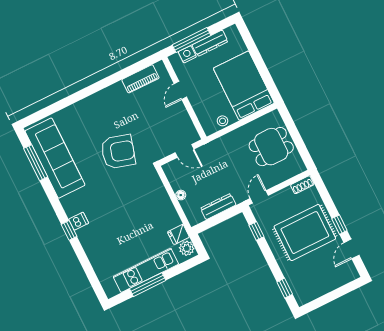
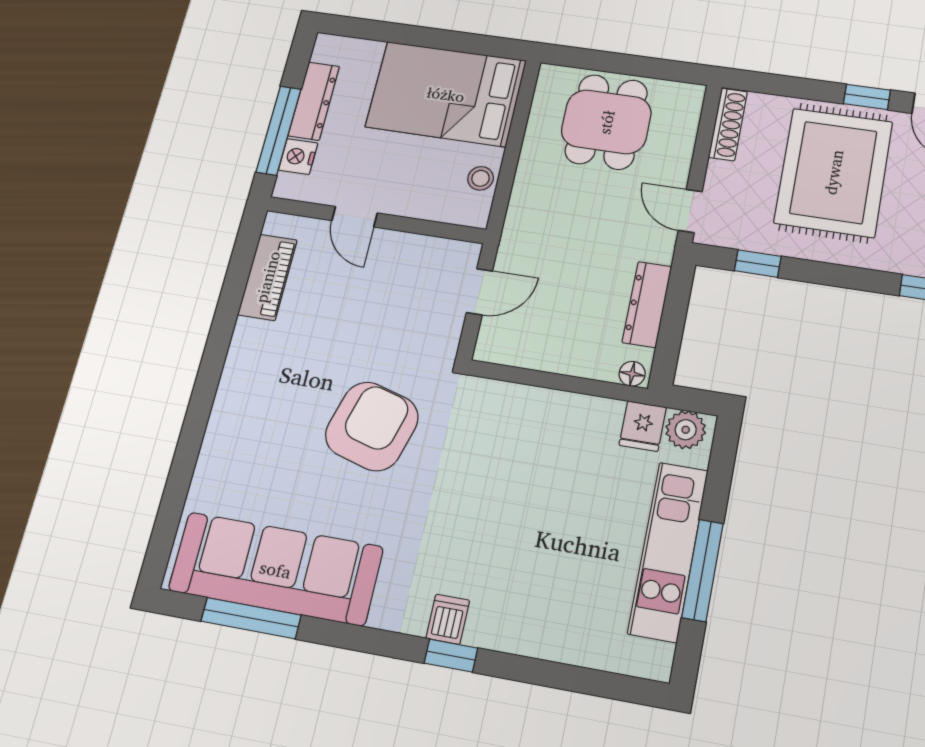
shoe rack: (302, 185) -> (728, 124), width x1.43
floor lamp: (181, 195) -> (632, 374), moved

